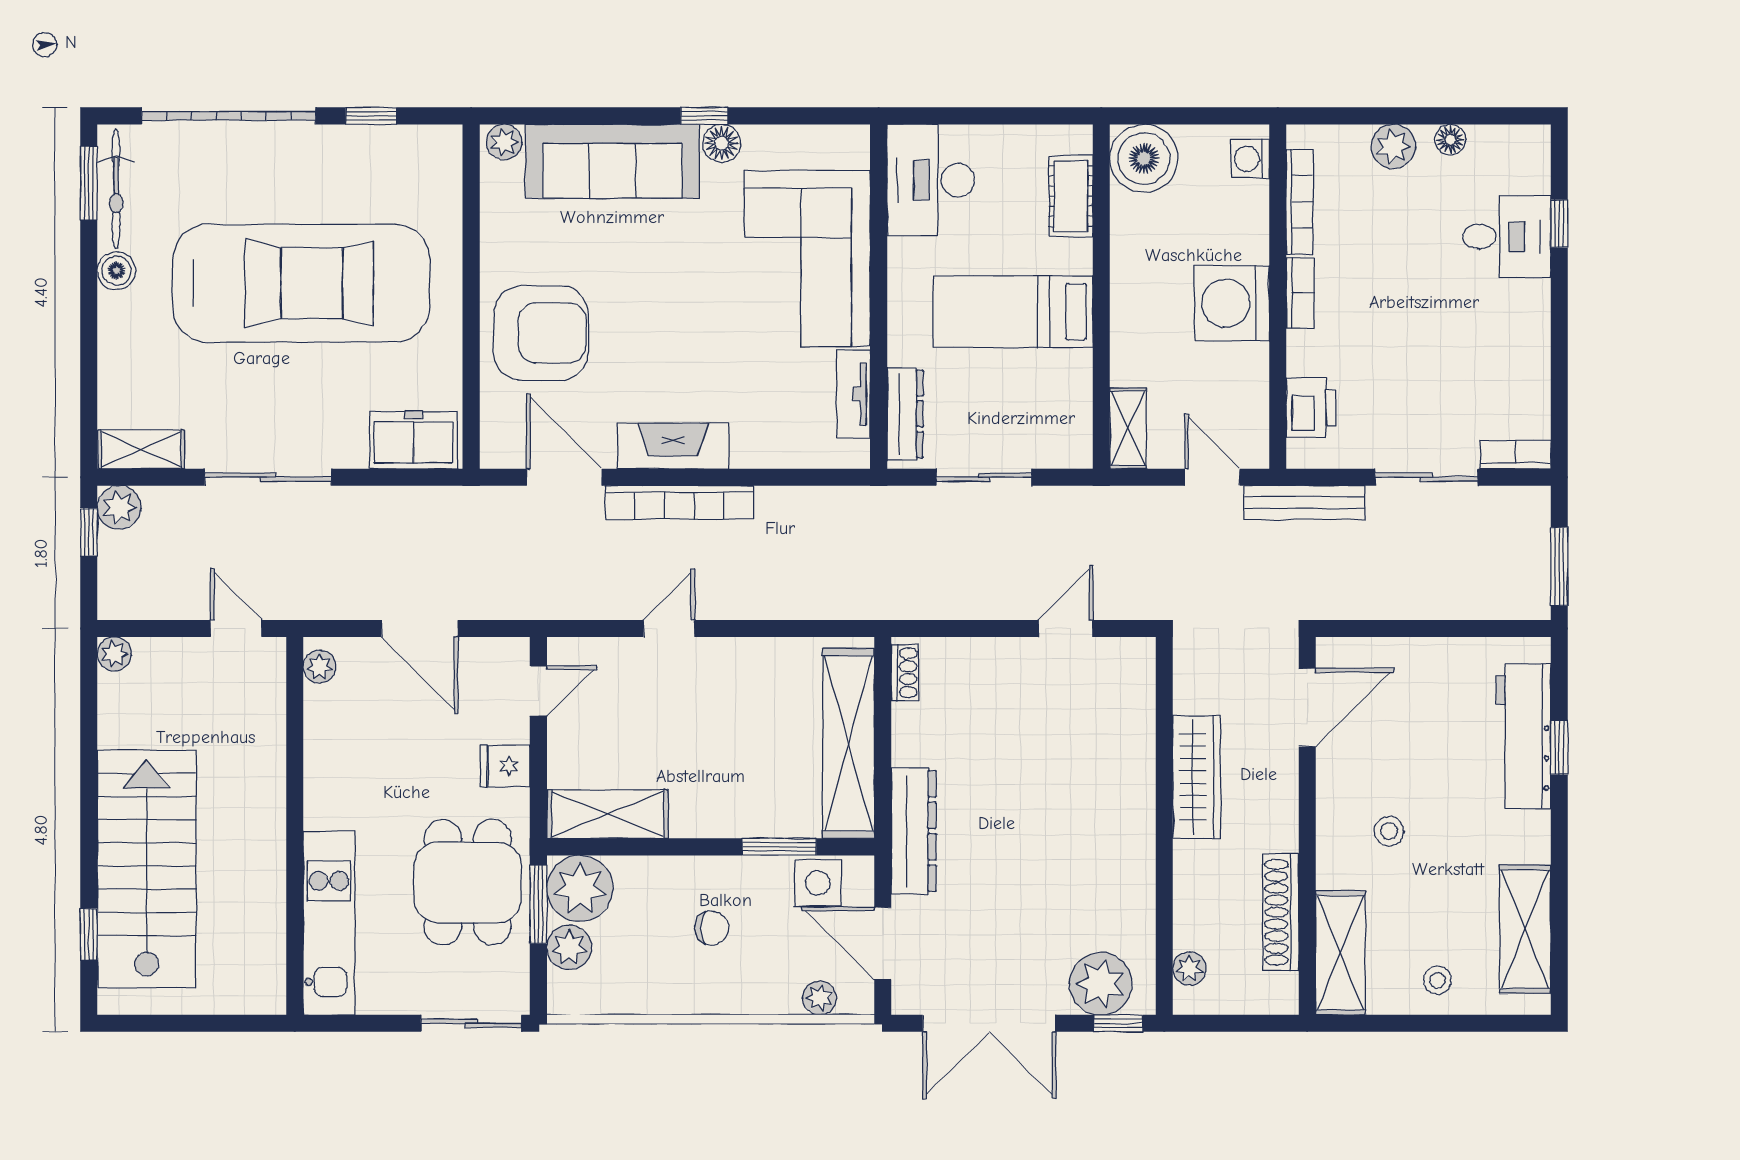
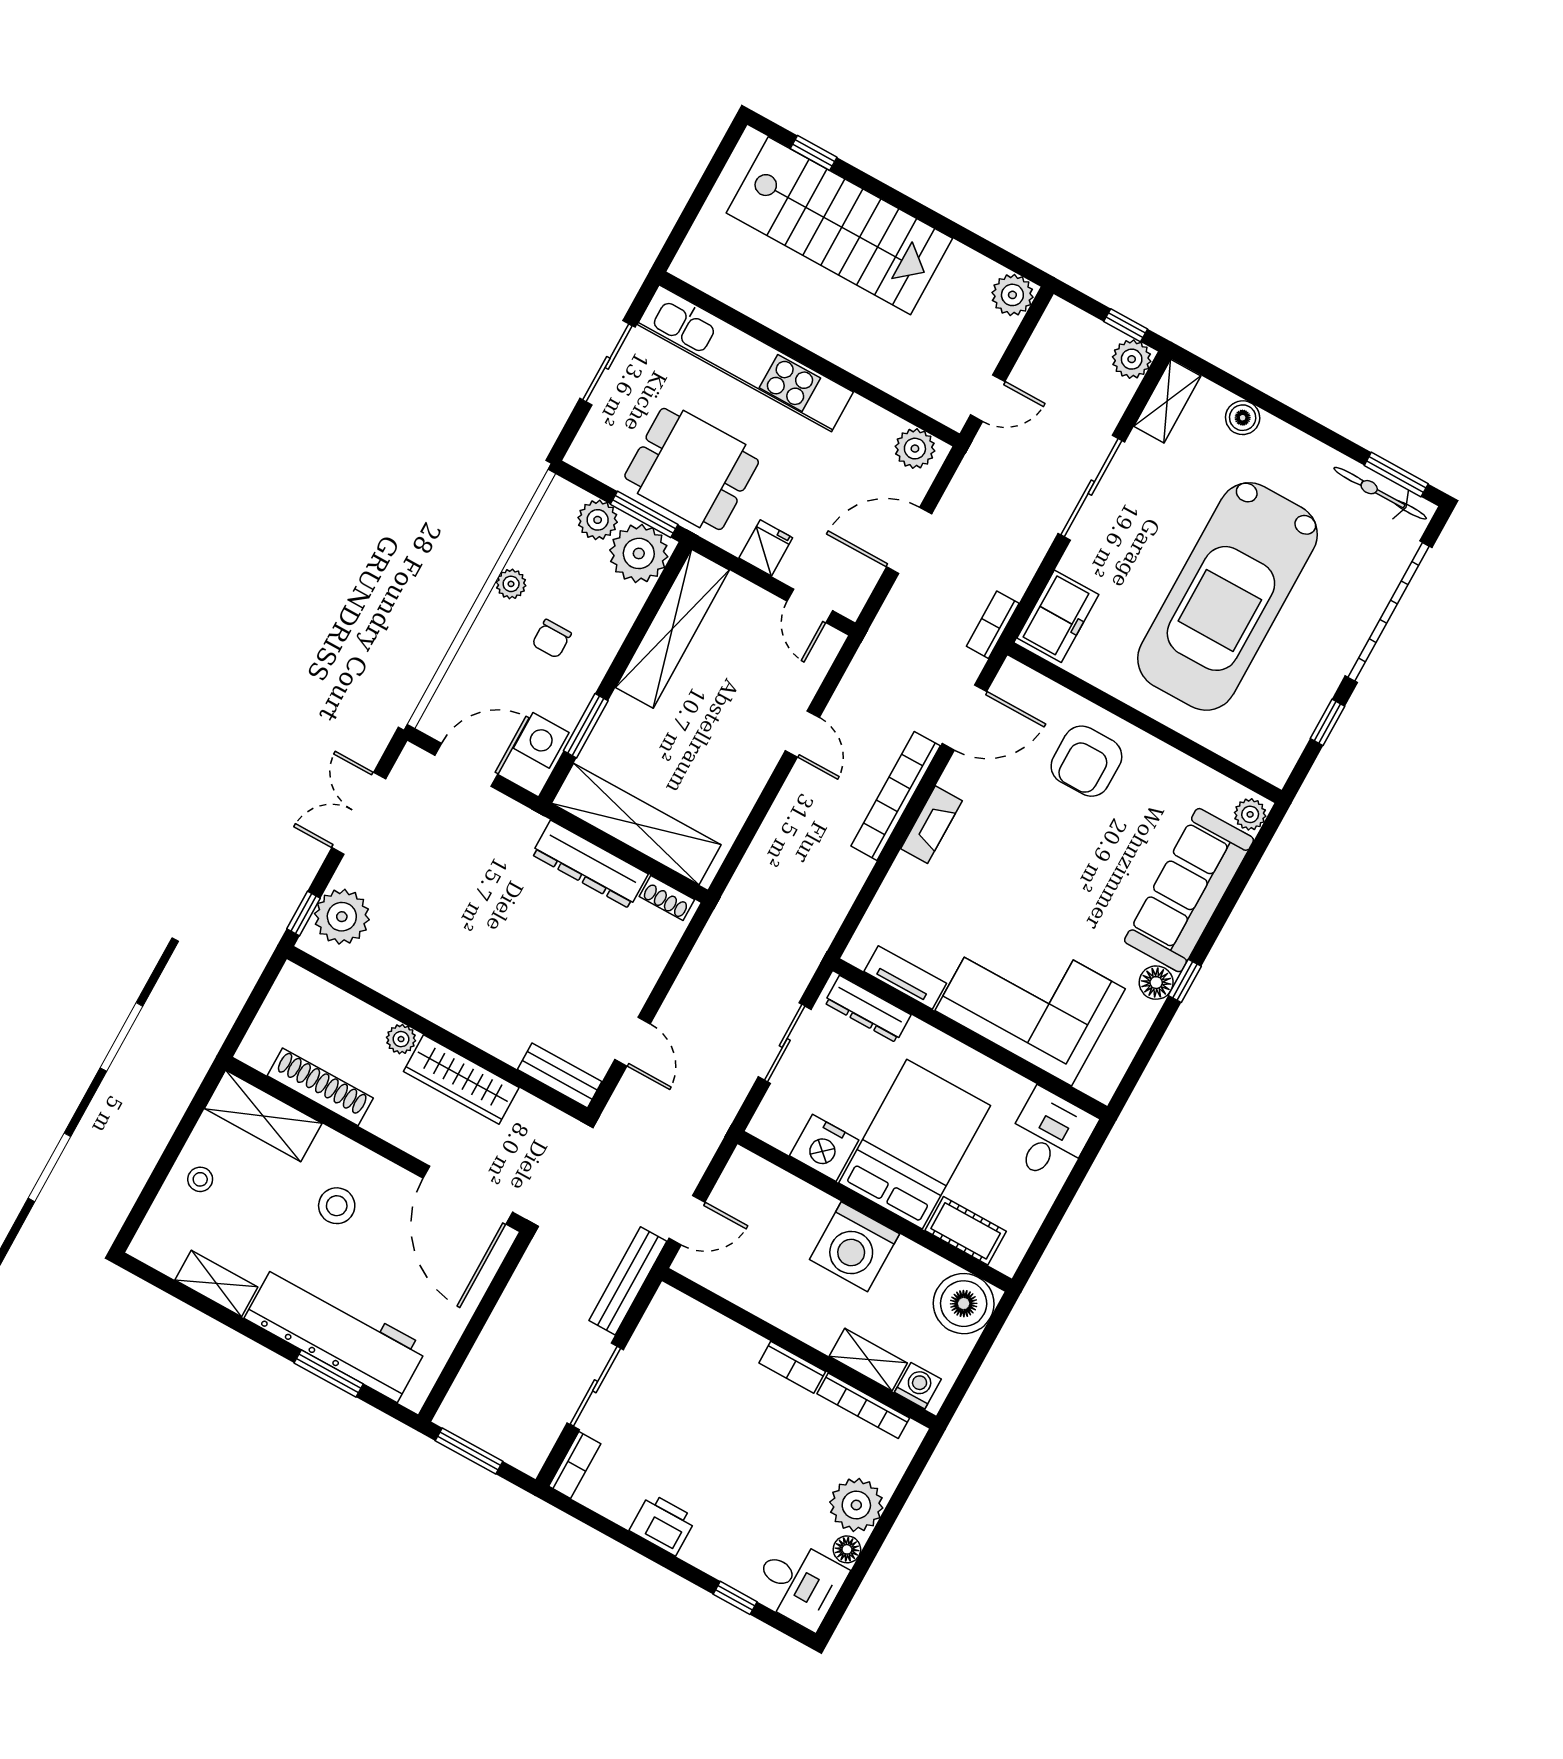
plant: (1393, 146) -> (856, 1505), width x1.36, depth x1.36
desk: (931, 180) -> (1050, 1136), width x0.73
desk: (1507, 237) -> (799, 1583), moved, turned -90
boiler: (116, 271) -> (1243, 418), moved
washing machine: (1232, 303) -> (854, 1247), moved, turned 180
bed: (1013, 312) -> (915, 1144), width x1.50
armchair: (541, 333) -> (1086, 761), width x0.73, depth x0.73
nightstand: (1066, 381) -> (824, 1148), added
printer: (1311, 408) -> (663, 1524), moved, turned 180
shelving: (1128, 428) -> (868, 1360), moved
fireplace: (673, 446) -> (931, 825), width x0.73, depth x0.76
bookcase: (457, 500) -> (993, 625), added
plant: (114, 654) -> (1012, 295), width x1.38, depth x1.38
plant: (319, 667) -> (915, 449), width x1.38, depth x1.38
bench: (1139, 682) -> (560, 1075), added
door: (1307, 708) -> (468, 1195), width x1.36
workbench: (1524, 736) -> (336, 1333), width x1.36, depth x1.32
window: (1559, 748) -> (329, 1373), width x1.50
shelving: (608, 814) -> (672, 629), width x1.47
dresser: (914, 831) -> (590, 864), moved
stool: (1389, 831) -> (337, 1206), width x1.37, depth x1.37
kitchen unit: (329, 923) -> (745, 358), width x1.36
shelving: (1525, 929) -> (216, 1283), width x0.67, depth x0.75
plant: (1189, 969) -> (401, 1039), moved
plant: (820, 998) -> (511, 584), moved
sliding door: (471, 1023) -> (607, 363), moved
double door: (989, 1023) -> (359, 813), width x0.73

